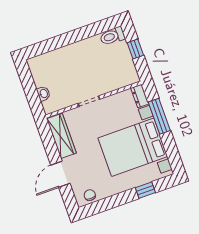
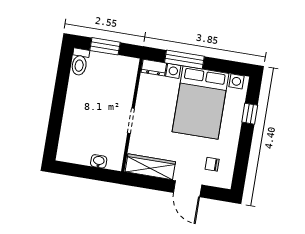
window: (135, 49) -> (105, 46), width x1.50
chair: (90, 195) -> (212, 164), moved

